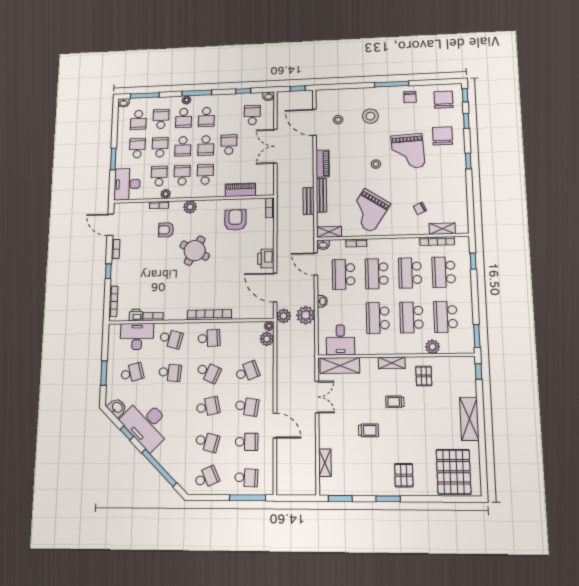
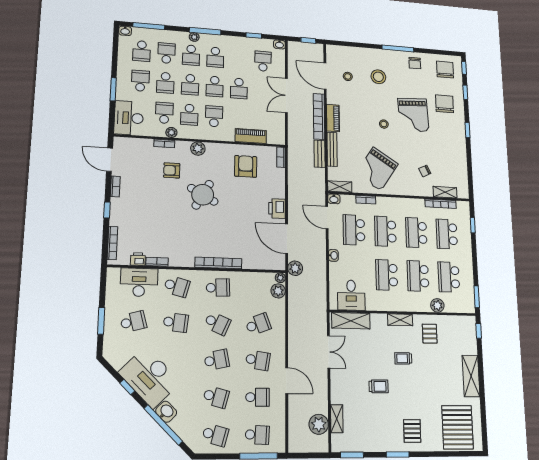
school desk: (229, 145) -> (239, 88), turned 180
school desk: (160, 147) -> (165, 83), turned 180
bookcase: (308, 163) -> (319, 116), added
school desk: (182, 175) -> (189, 115), turned 180
plant: (306, 315) -> (319, 424), moved
washbasin: (117, 408) -> (166, 412), moved
school desk: (206, 478) -> (215, 435), turned 39

